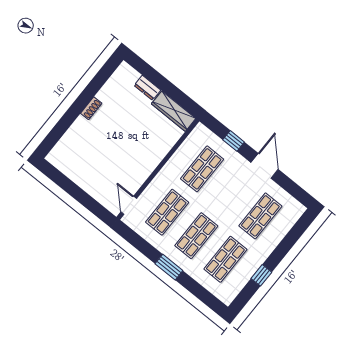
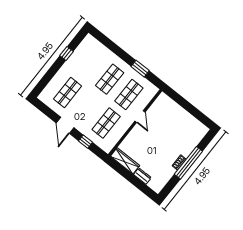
window: (77, 108) -> (188, 163), added
door: (129, 205) -> (140, 117), moved
shop shelf: (225, 259) -> (90, 64), removed
window: (169, 267) -> (140, 69), moved

